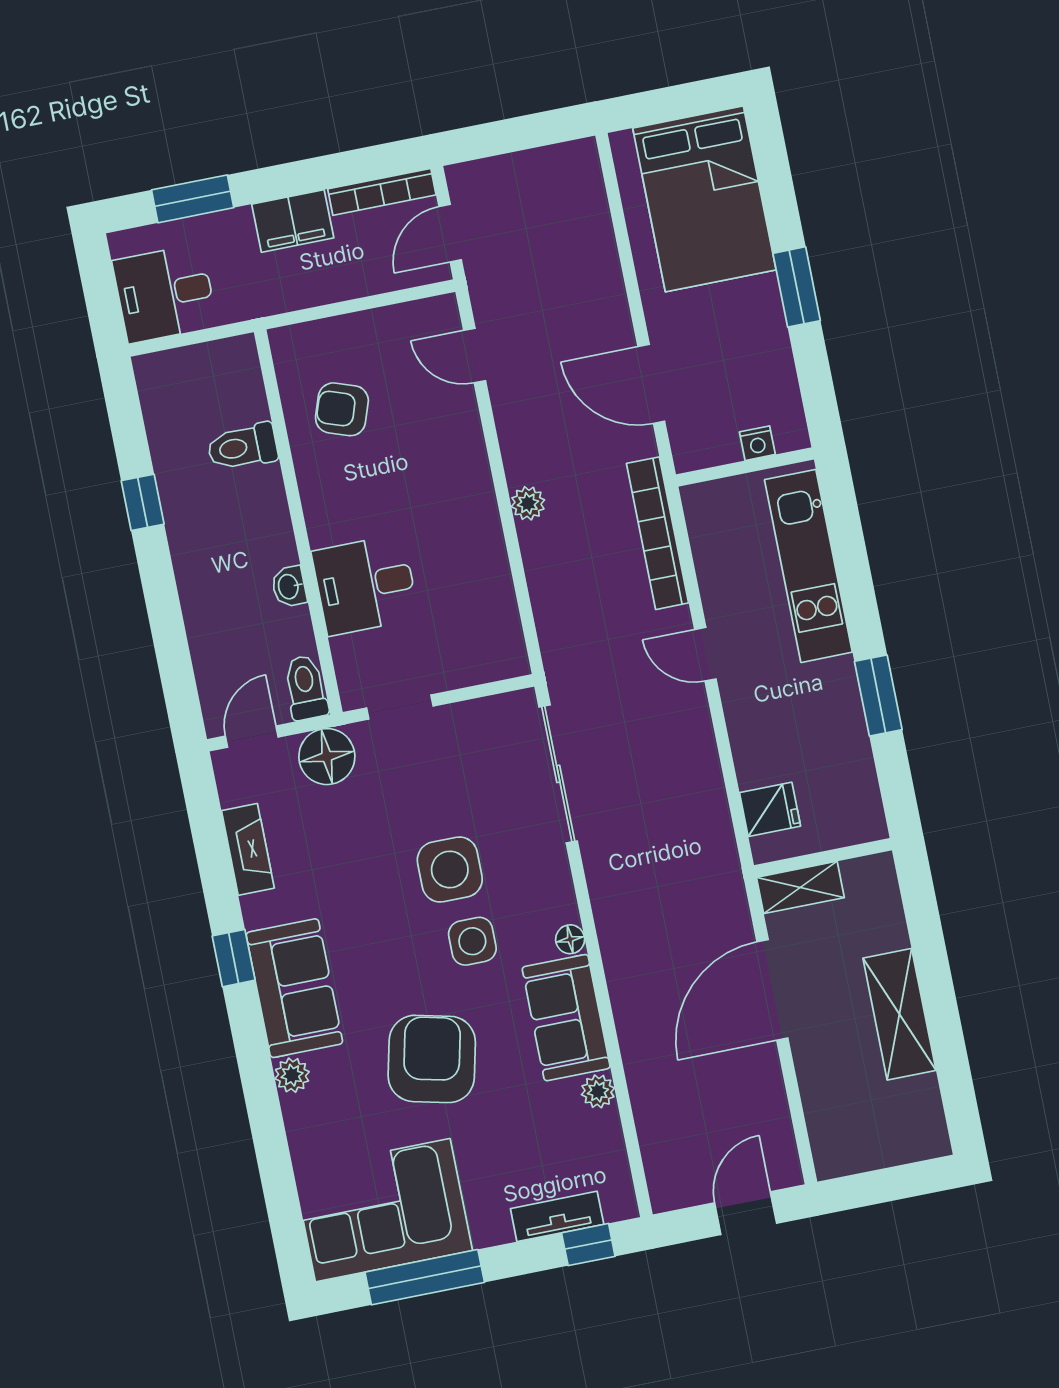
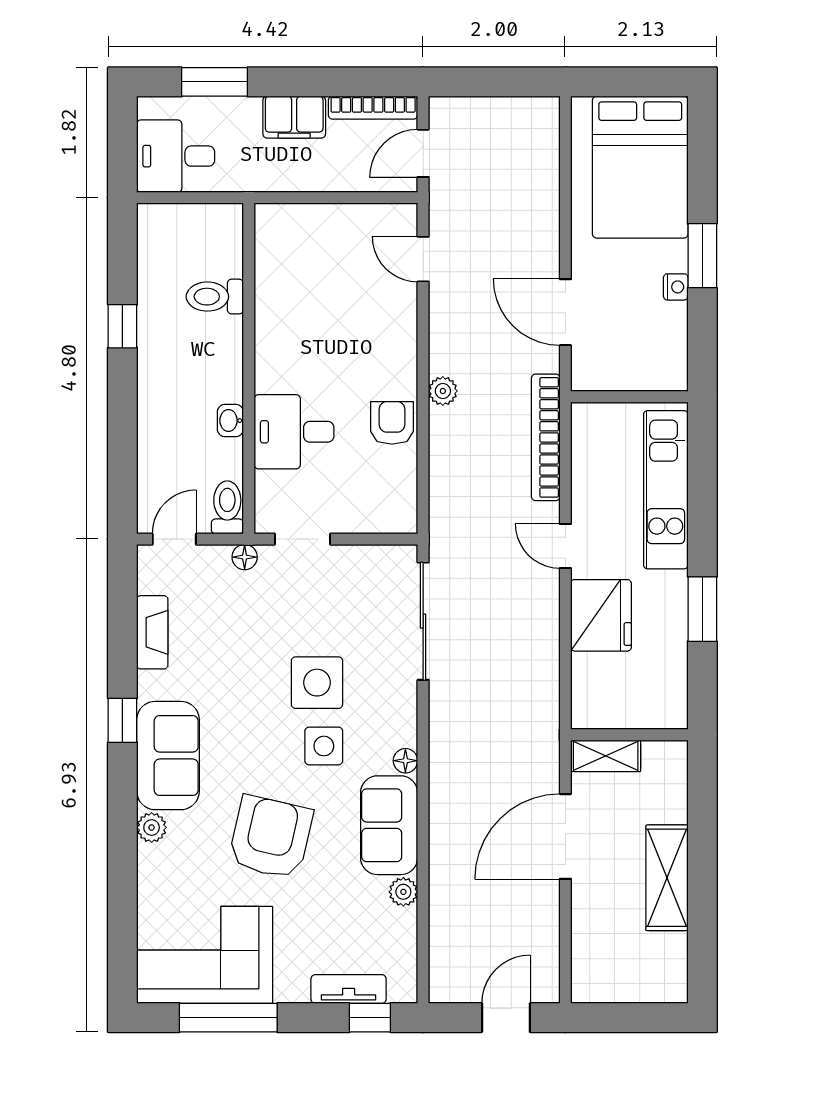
armchair: (342, 409) -> (392, 423), moved, turned 71
nightstand: (757, 443) -> (676, 287), moved, turned -90
floor lamp: (327, 757) -> (245, 557), width x0.53, depth x0.53
fridge: (770, 809) -> (601, 615), moved, width x1.88, depth x1.34

